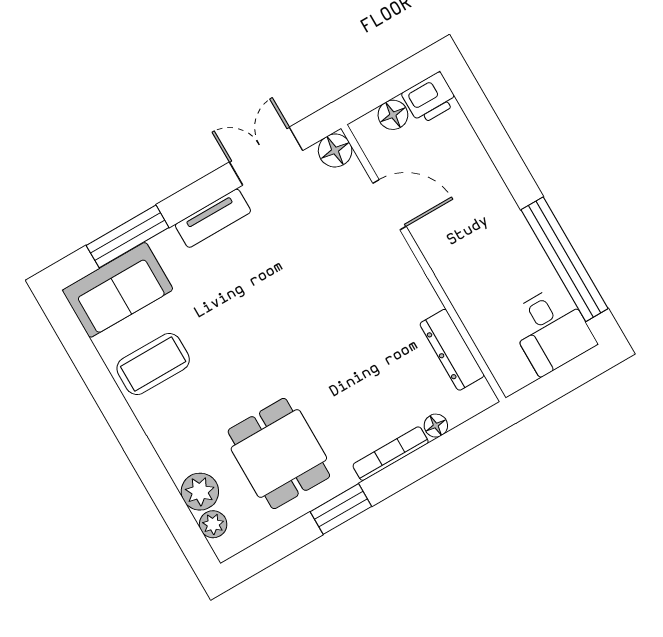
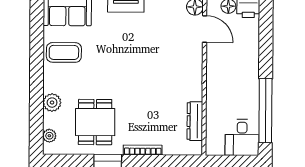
door: (389, 205) -> (205, 29), moved
floor lamp: (436, 426) -> (169, 149), removed
plant: (200, 492) -> (52, 103), moved

